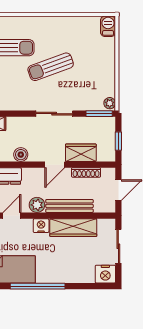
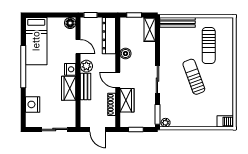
bench: (69, 206) -> (86, 86), width x0.73
wardrobe: (73, 228) -> (69, 88), width x0.67
nightstand: (105, 274) -> (33, 104), moved

